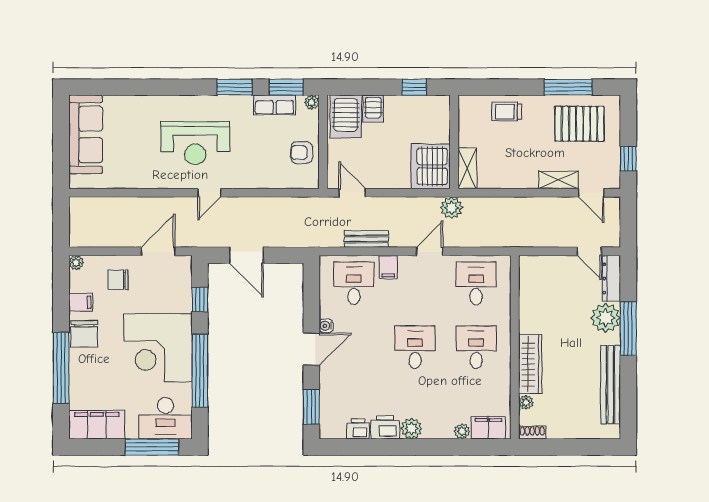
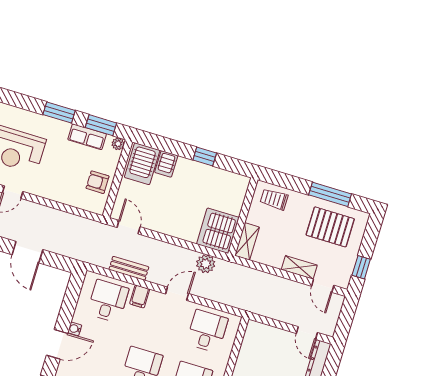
wall: (454, 142) -> (243, 217), moved
server rack: (431, 166) -> (218, 231), moved
shelving: (467, 168) -> (247, 241), moved

